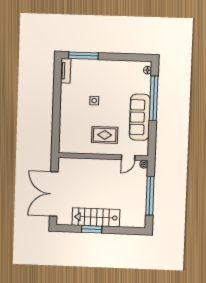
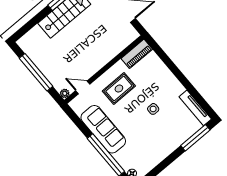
tv unit: (66, 71) -> (195, 108), width x1.41
piano: (72, 147) -> (137, 54), added
door: (128, 158) -> (83, 87), hinge flipped

